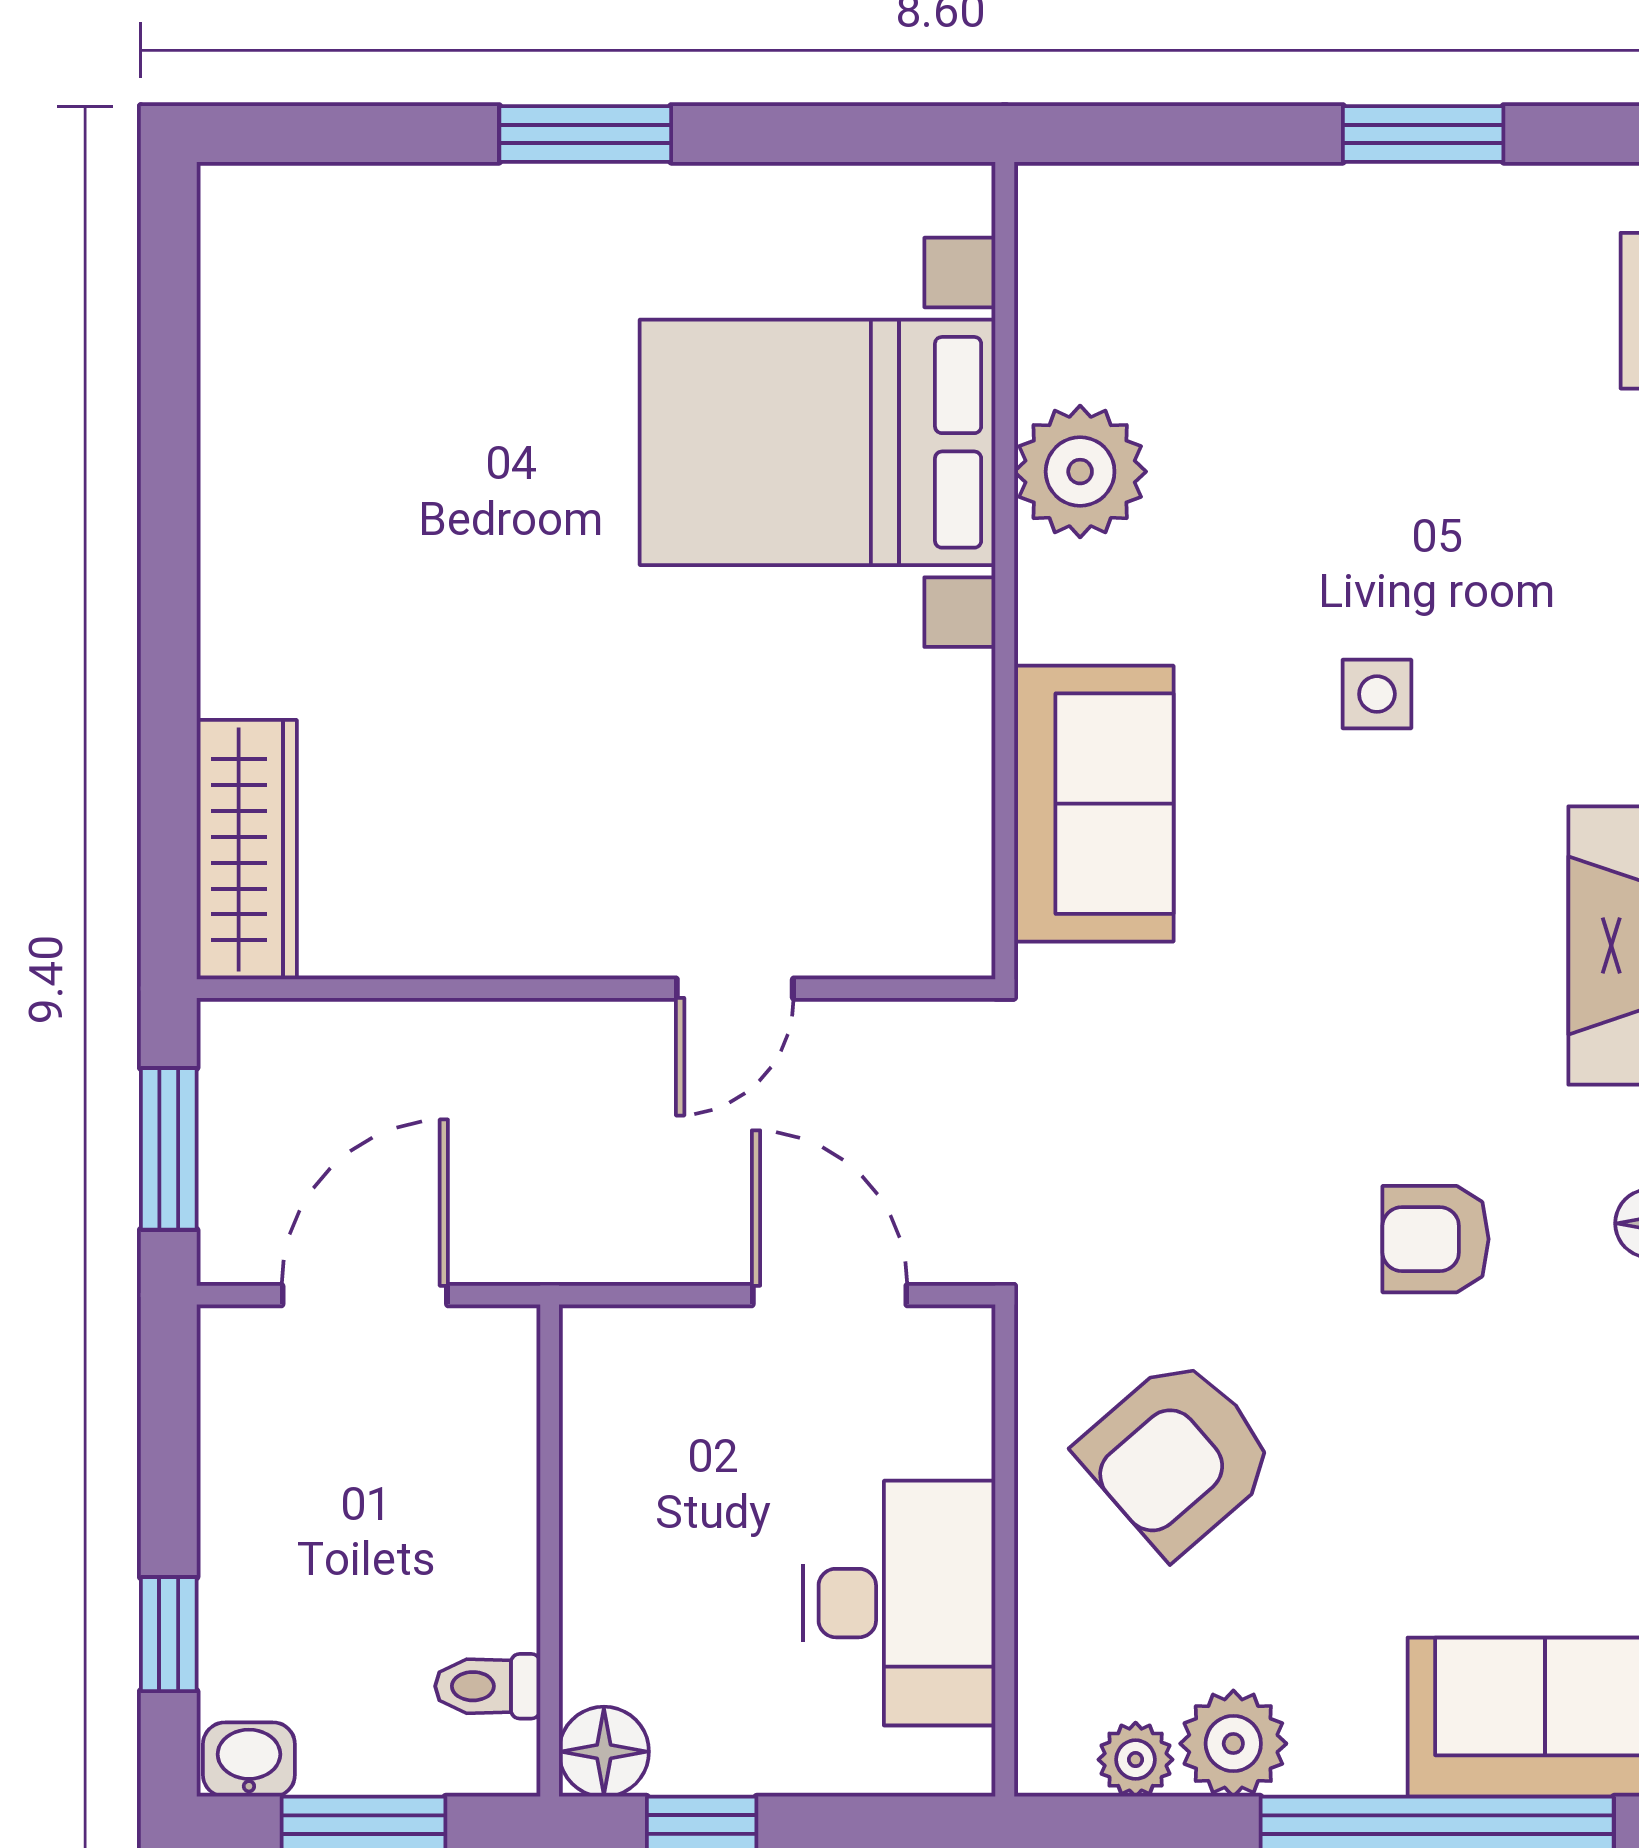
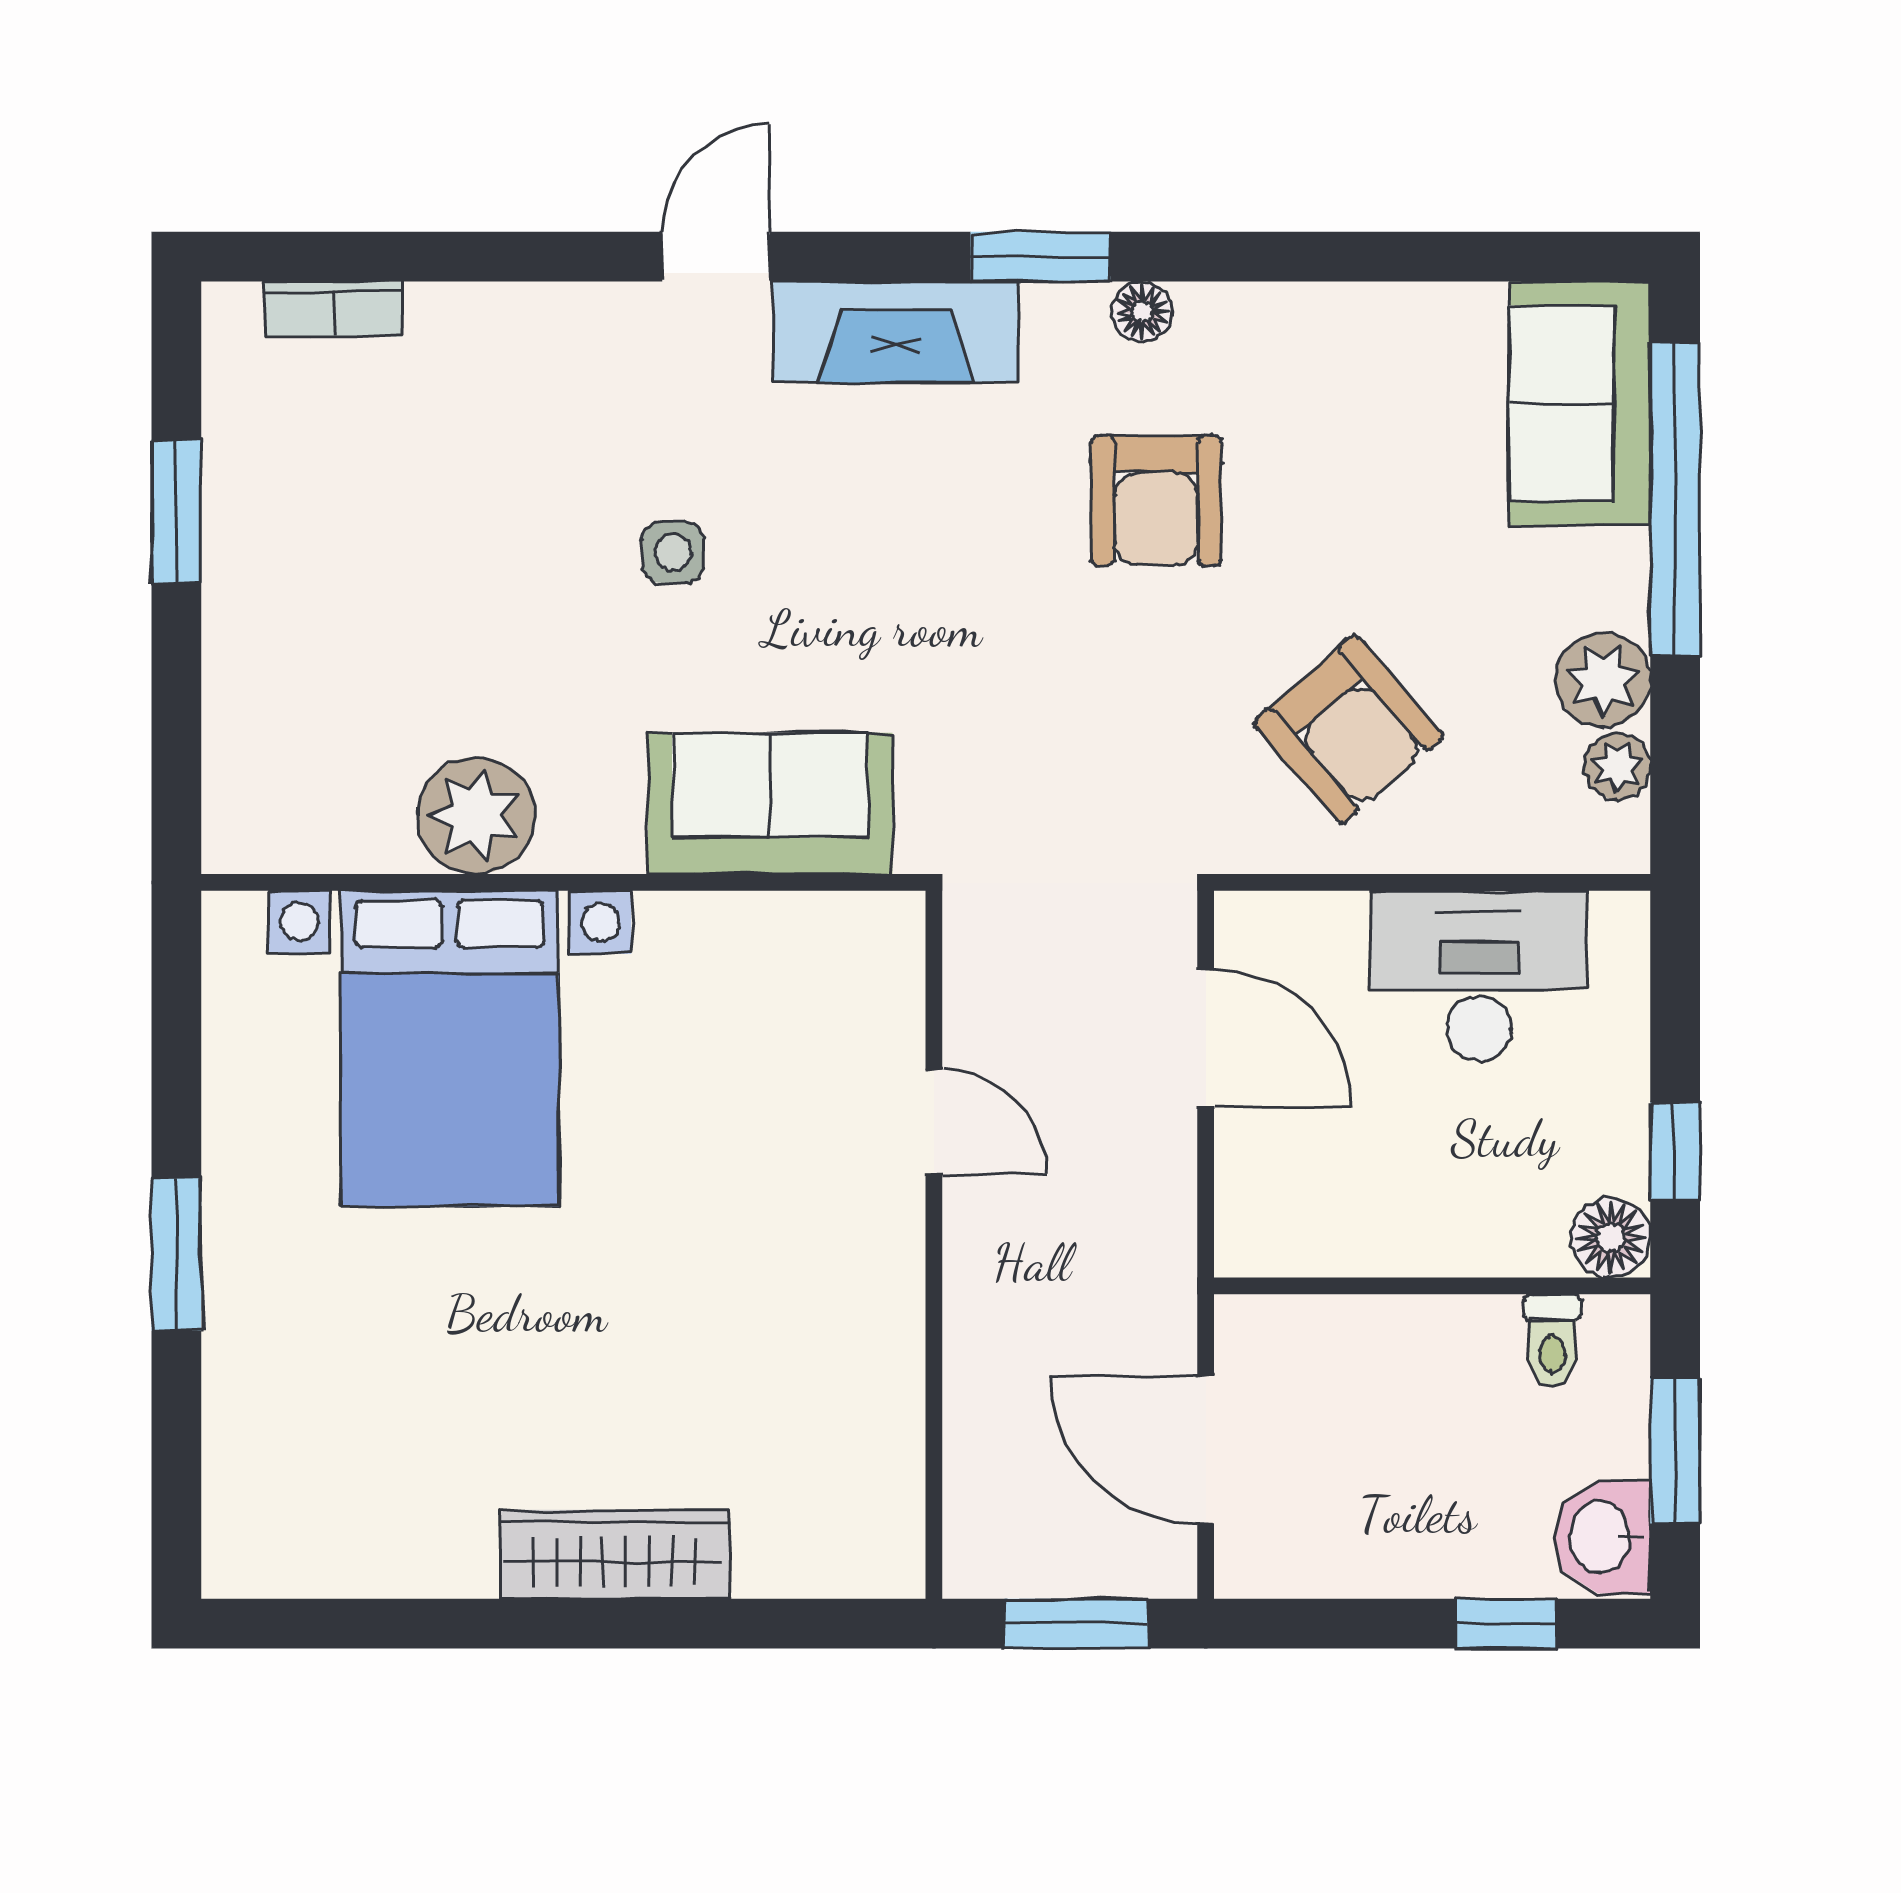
wardrobe: (247, 850) -> (615, 1554), moved
armchair: (1436, 1239) -> (1156, 500), width x1.38, depth x1.38
door: (830, 1295) -> (1206, 1038), swing flipped
washbasin: (249, 1759) -> (1603, 1537), width x1.38, depth x1.45

